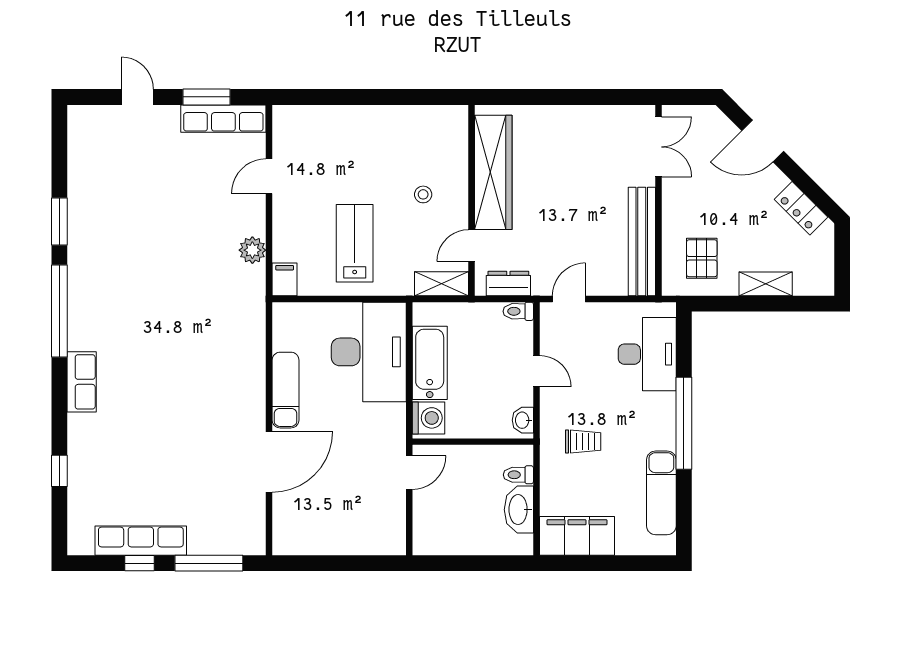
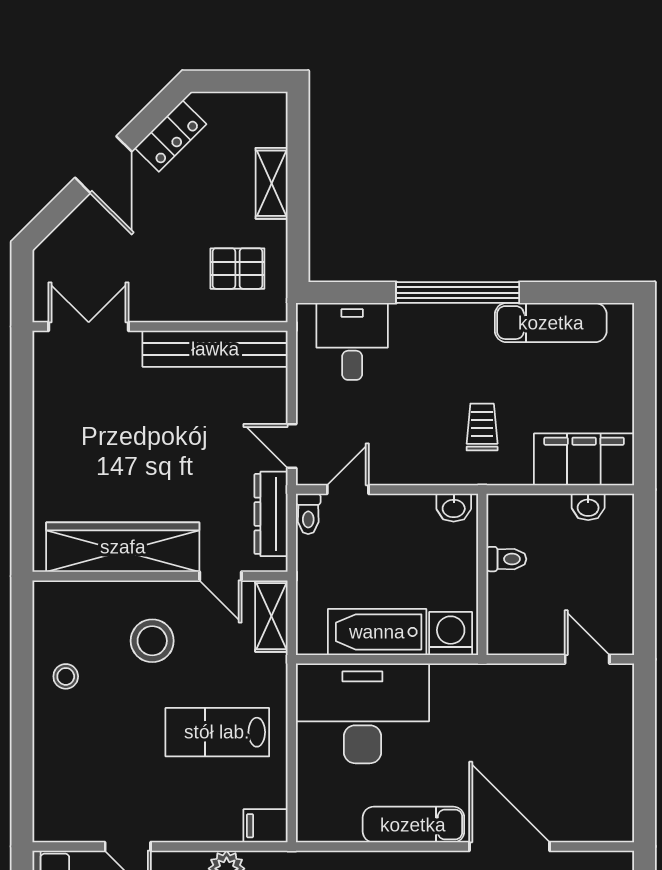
stool: (396, 130) -> (66, 676), added
door: (763, 141) -> (103, 165), moved
stool: (423, 194) -> (152, 641), width x1.89, depth x1.89
dresser: (508, 283) -> (271, 514), width x1.44
desk: (647, 354) -> (352, 341), width x0.73
door: (536, 371) -> (348, 489), moved
door: (409, 473) -> (587, 659), moved
toilet: (518, 475) -> (506, 559), moved, turned -90
washbasin: (519, 510) -> (588, 507), width x0.52, depth x0.69
filing cabinet: (577, 536) -> (584, 459), moved, turned 90

